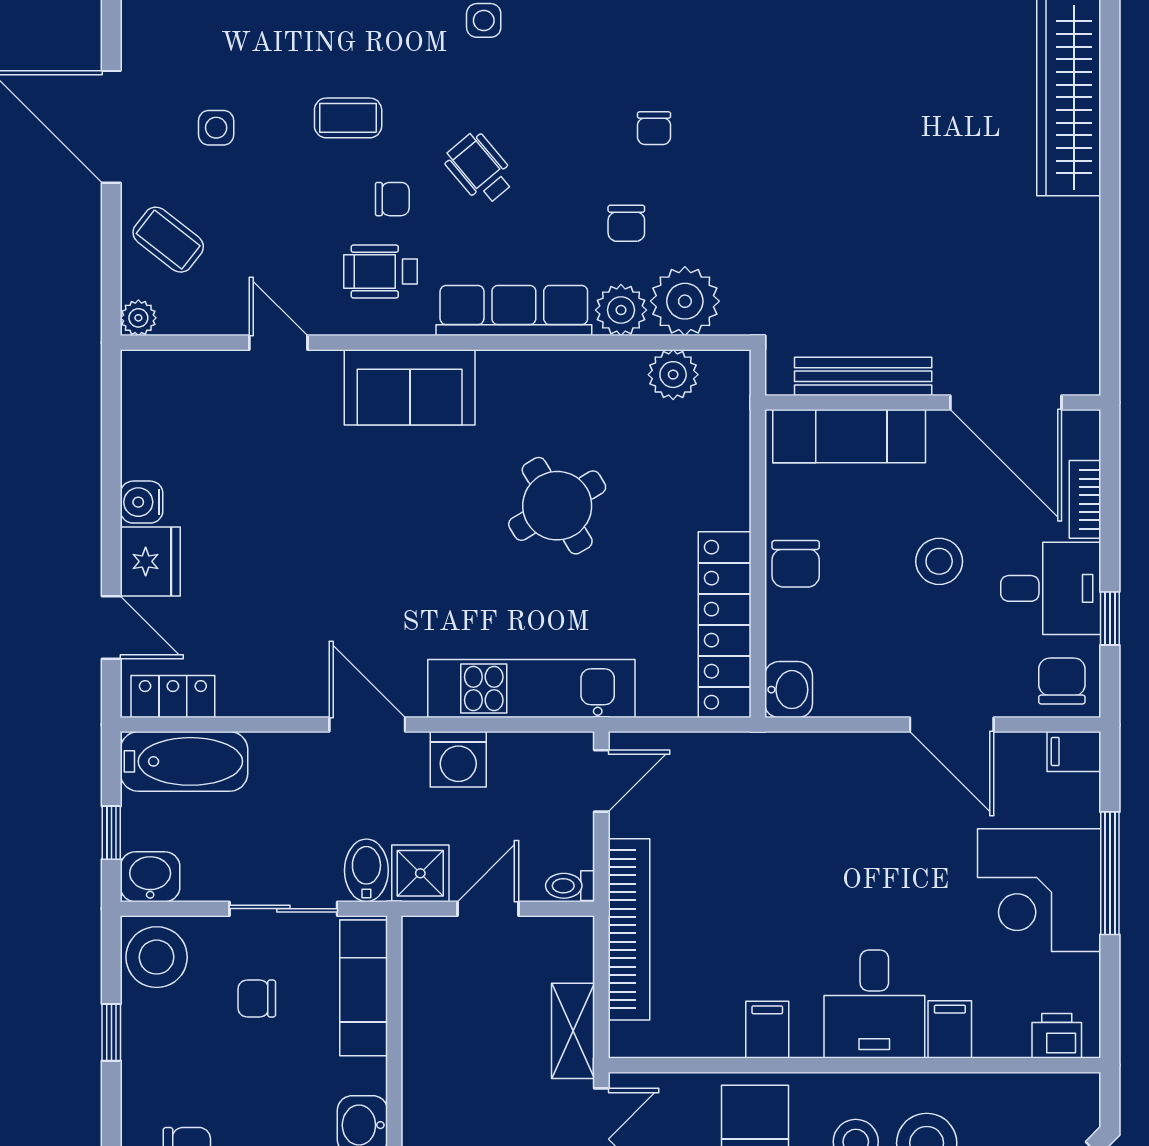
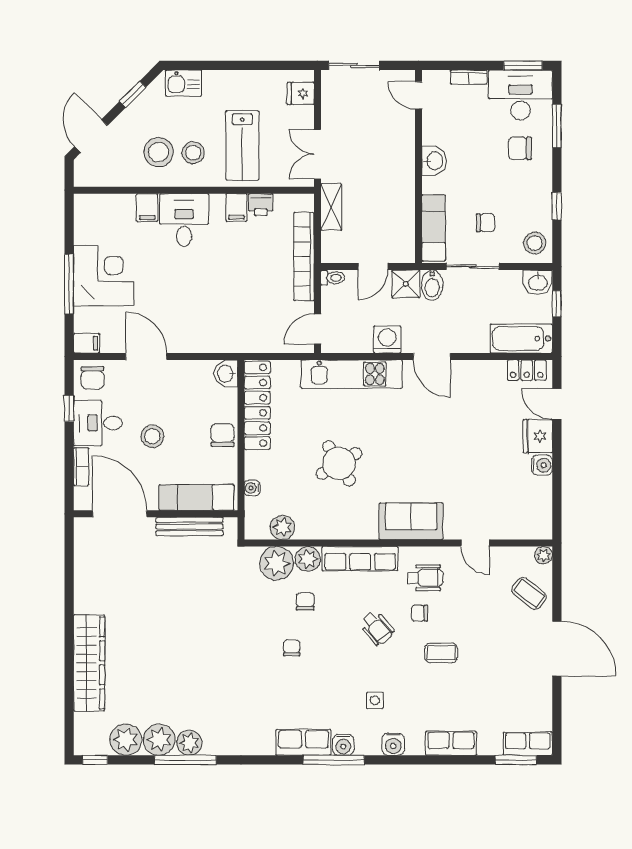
side table: (216, 128) -> (506, 648), removed
water cooler: (735, 455) -> (252, 488), added
stool: (157, 957) -> (535, 243), width x0.73, depth x0.73
printer: (1057, 1036) -> (261, 204), moved

